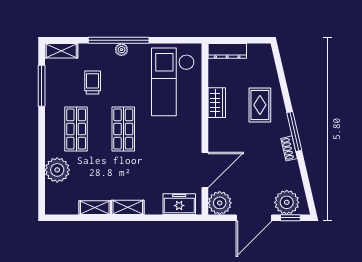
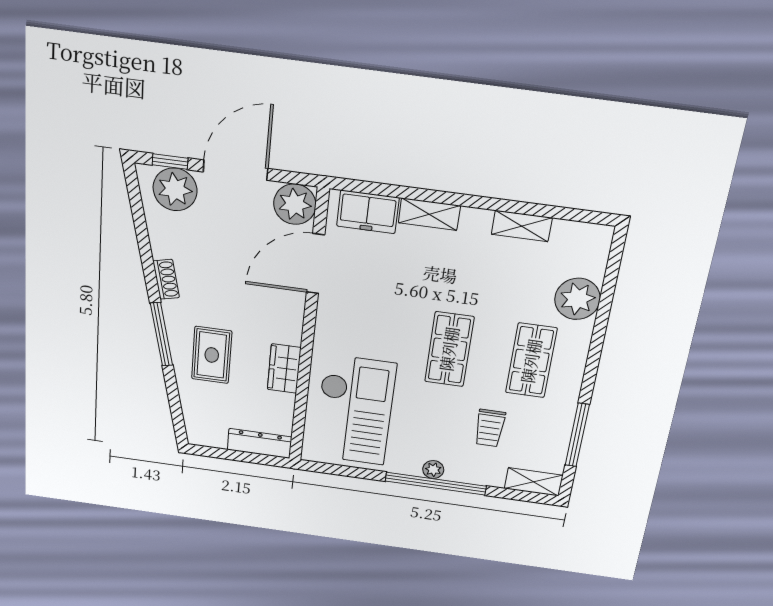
window: (294, 131) -> (162, 334), moved
shelving: (128, 207) -> (429, 214), moved

